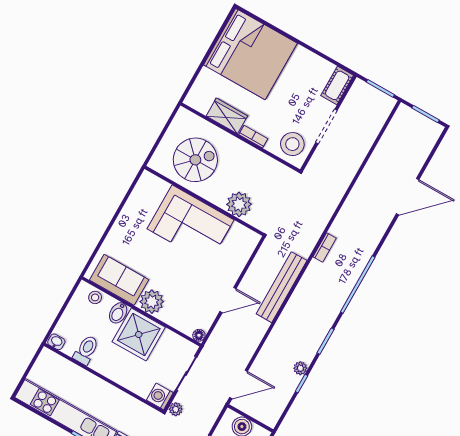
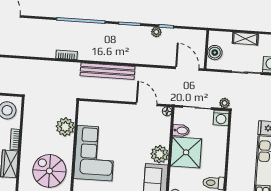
door: (228, 300) -> (147, 104), moved
bidet: (118, 313) -> (181, 131), moved

